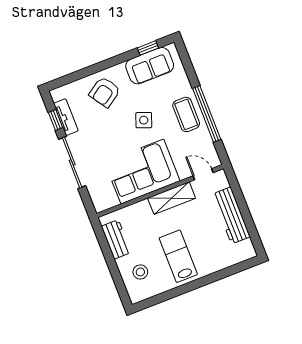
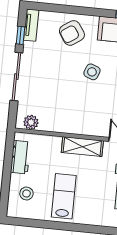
tv unit: (66, 117) -> (31, 25), moved
corner sofa: (142, 172) -> (70, 113), removed
plant: (109, 200) -> (31, 122), added

